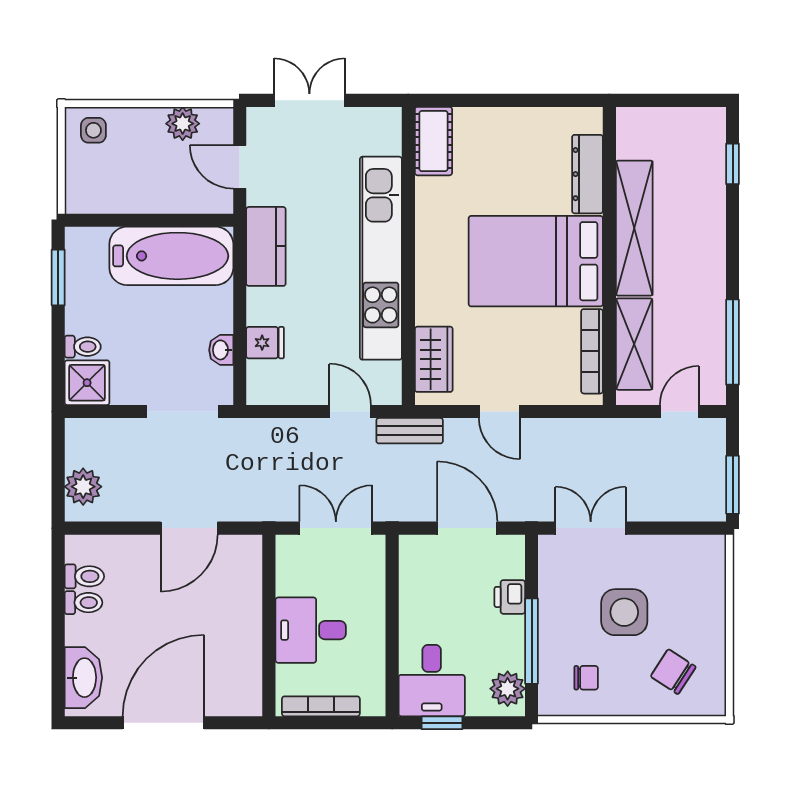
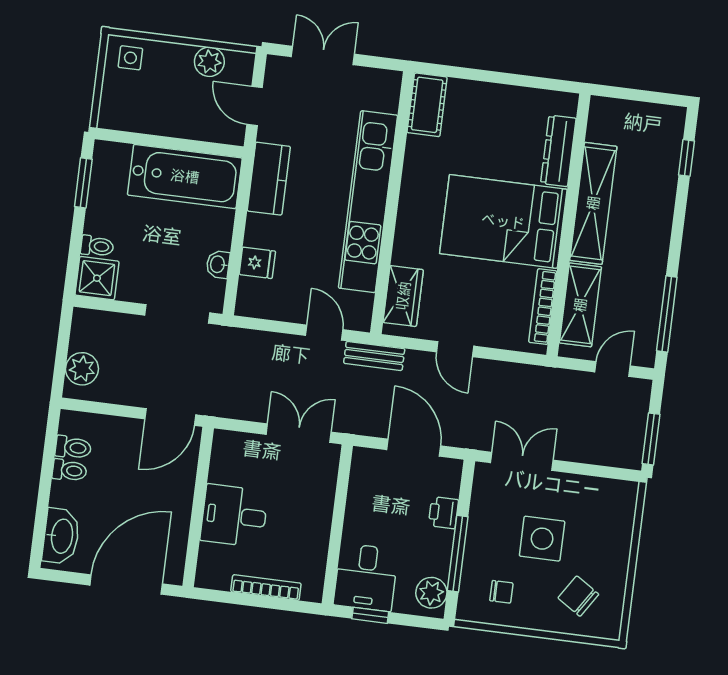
wall: (269, 625) -> (198, 507), moved
desk: (311, 630) -> (234, 516), moved

